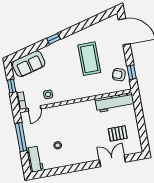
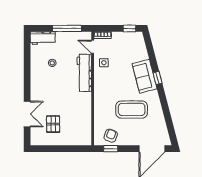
sofa: (29, 64) -> (145, 76), moved
window: (12, 86) -> (129, 28), moved
workbench: (115, 102) -> (84, 73), moved

